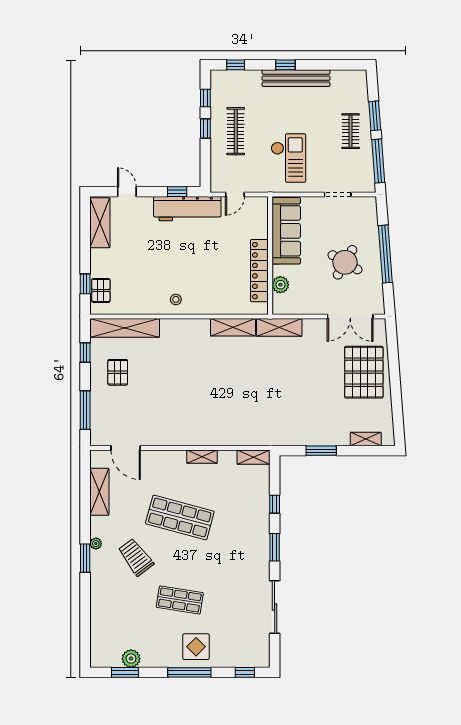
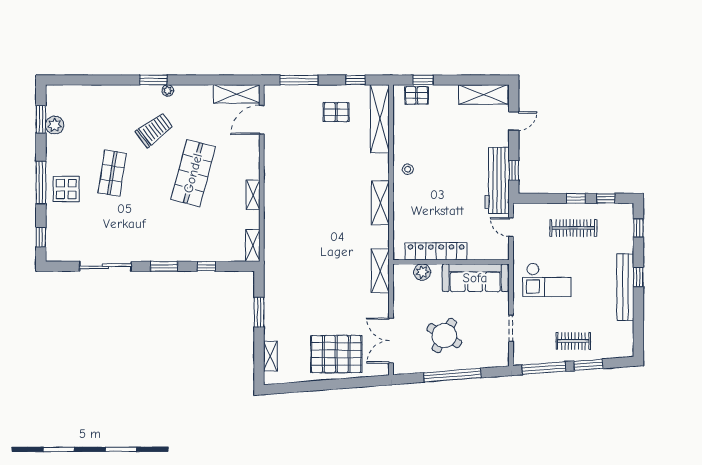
shelving: (233, 327) -> (380, 203), moved
shelving: (99, 492) -> (237, 94), moved

